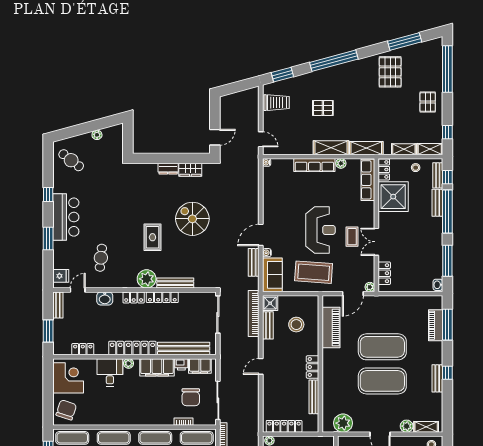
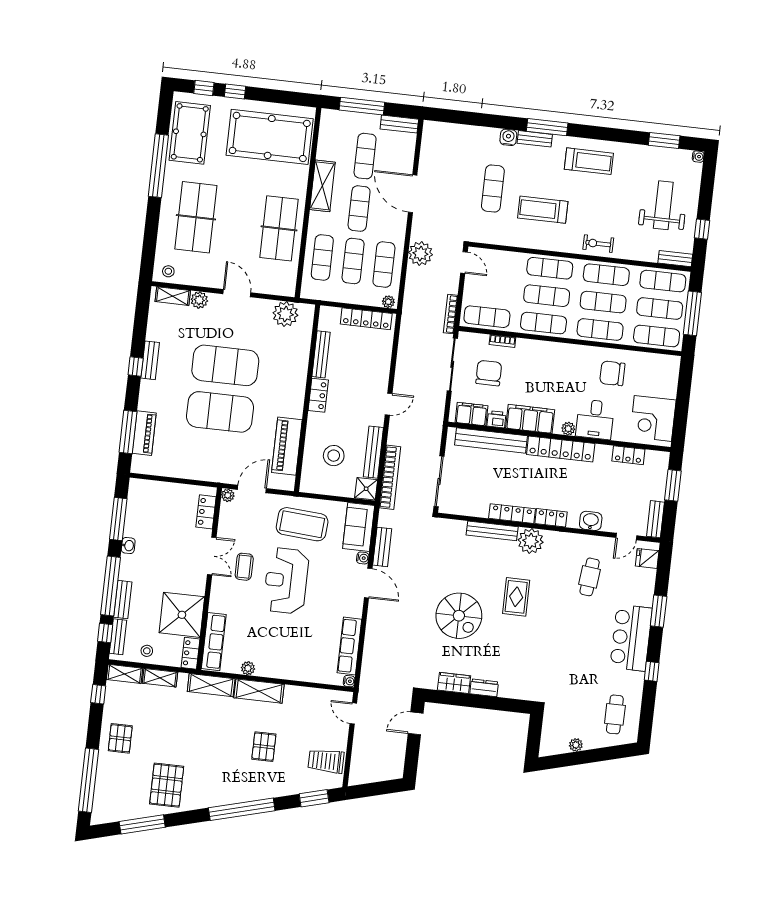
pallet: (323, 108) -> (264, 747), turned 90
cafe table: (71, 160) -> (615, 714), turned 52
row of seats: (314, 165) -> (349, 646), moved, turned -90
door: (261, 235) -> (368, 583), hinge flipped
washbasin: (438, 285) -> (128, 546), moved
bench: (268, 325) -> (373, 452), width x1.36
chair: (66, 410) -> (612, 373), moved, turned 72

